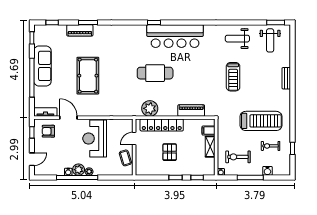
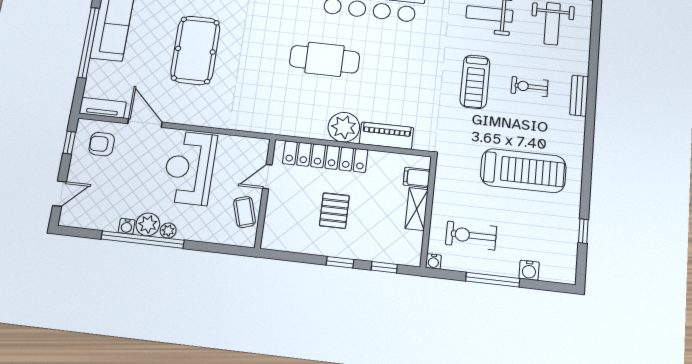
plant: (150, 108) -> (344, 127), moved
exercise bike: (271, 146) -> (530, 87), moved

